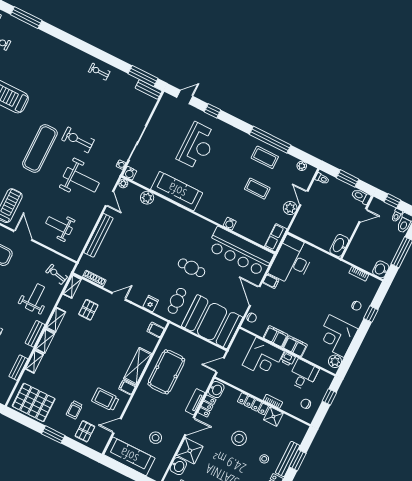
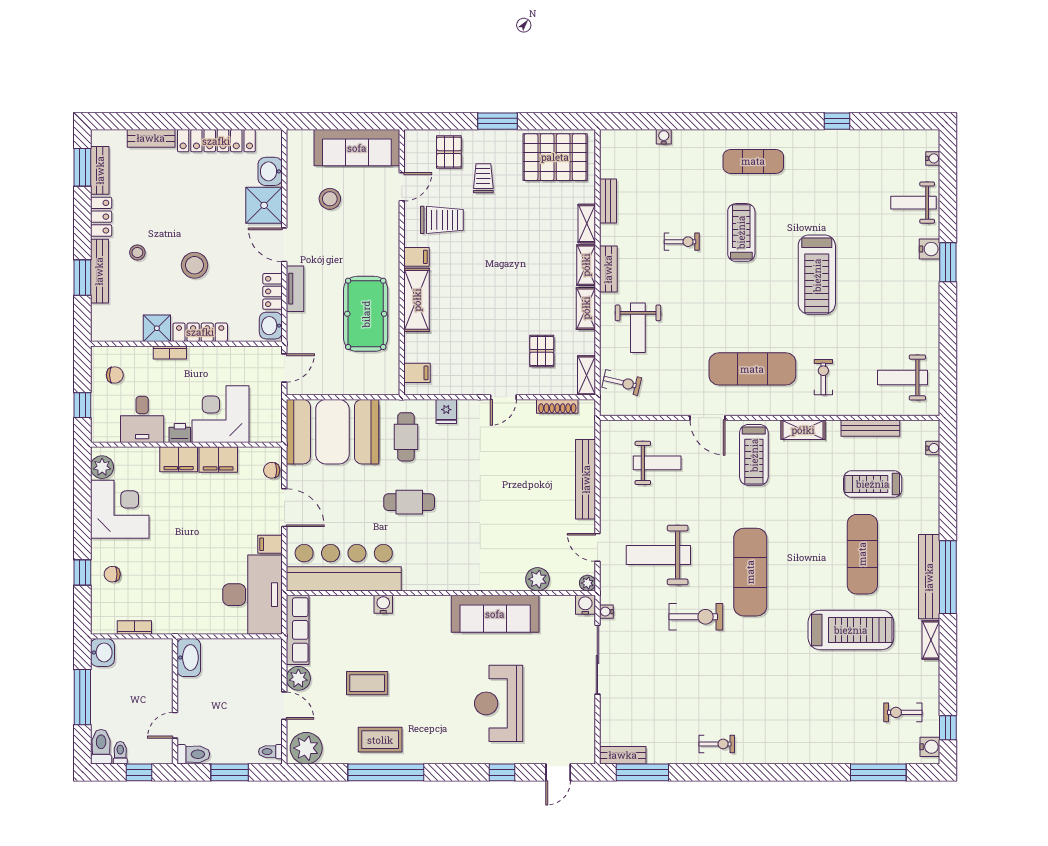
plant: (302, 166) -> (306, 748), width x1.88, depth x1.88
row of seats: (276, 238) -> (298, 630), width x1.48
door: (190, 426) -> (284, 245), hinge flipped

